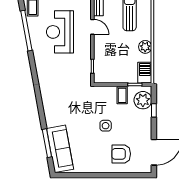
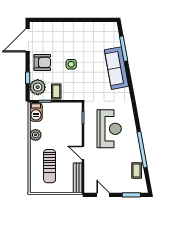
reception desk: (60, 32) -> (109, 129), moved
sofa: (60, 149) -> (116, 68), moved
armchair: (121, 154) -> (42, 62), moved

